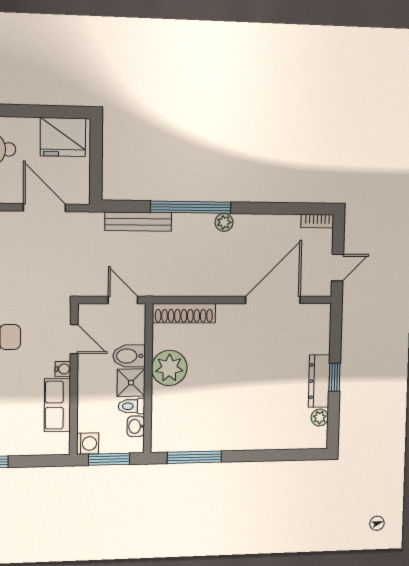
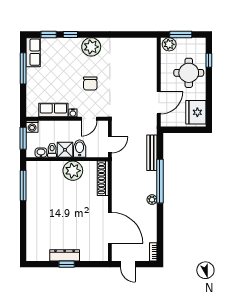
plant: (320, 417) -> (44, 256), removed

